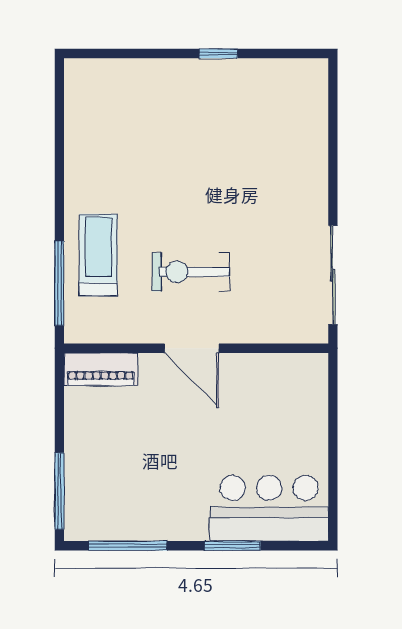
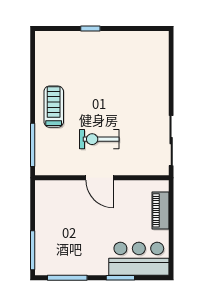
window: (218, 53) -> (90, 28), moved
treadmill: (98, 255) -> (54, 107), moved
piano: (101, 369) -> (160, 210), moved, turned 90

